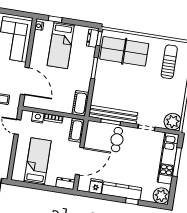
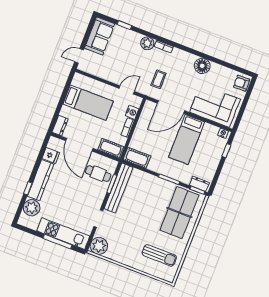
bed: (61, 45) -> (187, 140), moved, turned -90
cafe table: (117, 140) -> (98, 174), moved
plant: (161, 196) -> (32, 208), moved

